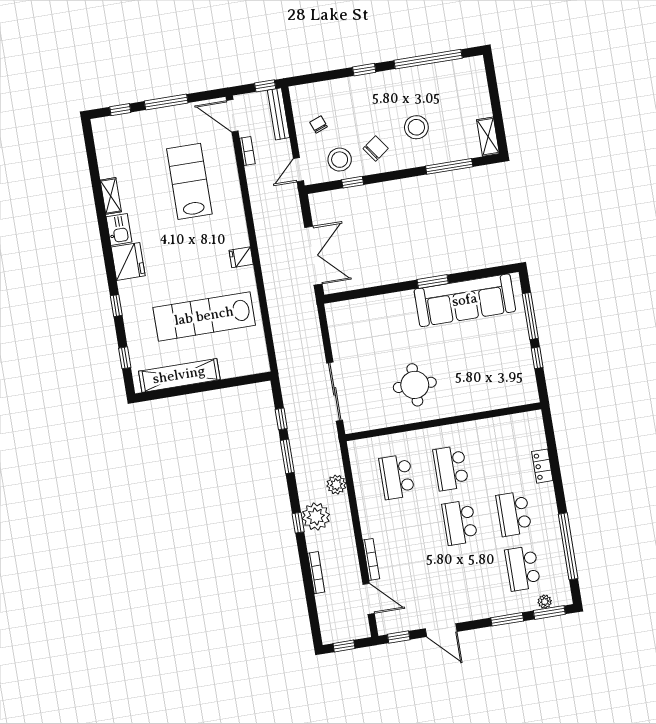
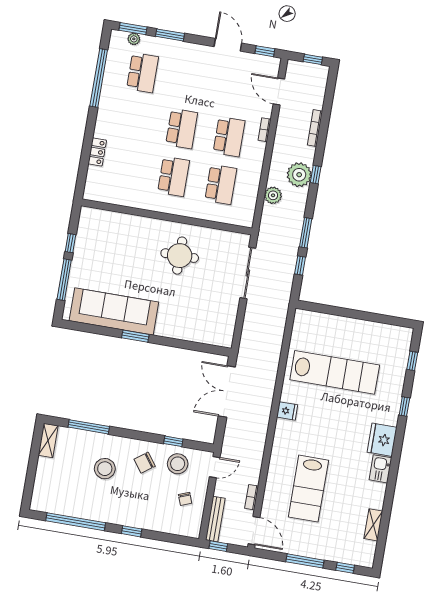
shelving: (111, 196) -> (373, 525), moved
shelving: (179, 375) -> (372, 331), removed
school desk: (514, 514) -> (229, 137), moved
bookcase: (371, 559) -> (265, 130), width x0.64

